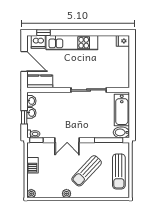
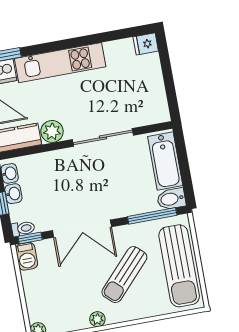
plant: (60, 81) -> (52, 131), added
double door: (67, 140) -> (82, 229), width x1.37
barbecue: (32, 165) -> (27, 256), moved
sun lounger: (119, 172) -> (179, 266), width x1.36, depth x1.34

